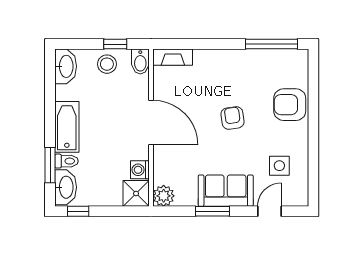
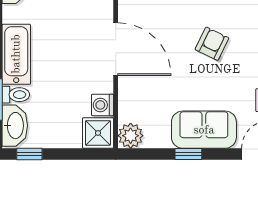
armchair: (233, 118) -> (212, 44), turned 34
window: (212, 211) -> (188, 154), width x0.67

